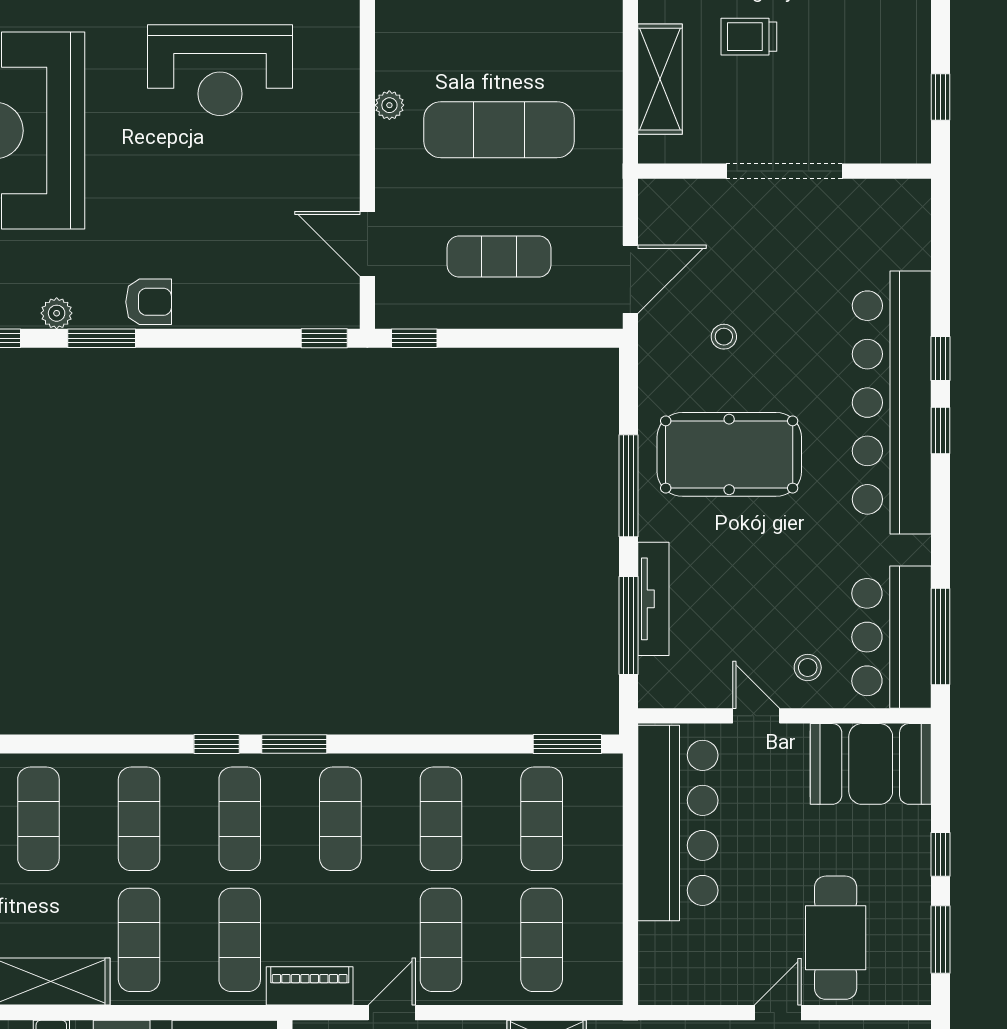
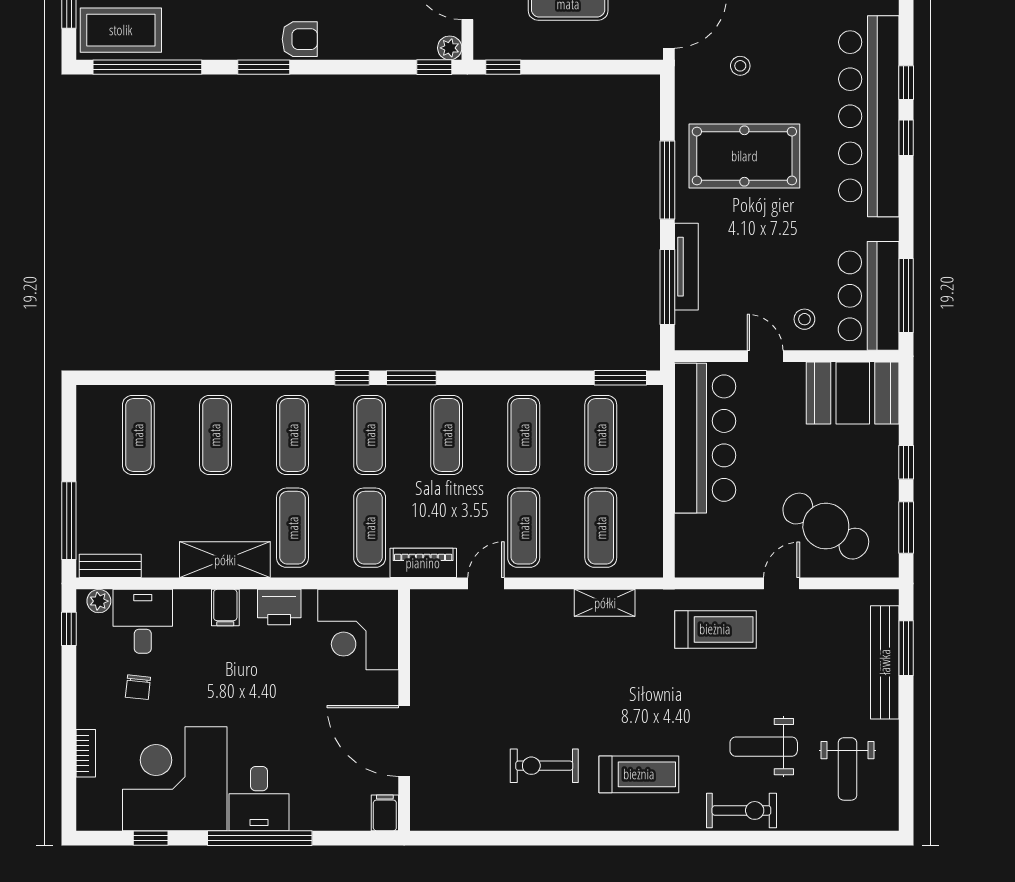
plant: (57, 313) -> (450, 48), moved
cafe table: (836, 938) -> (826, 526), turned -58

